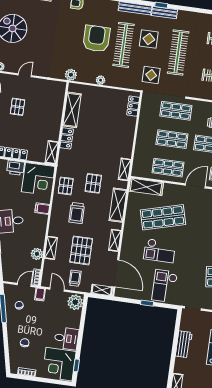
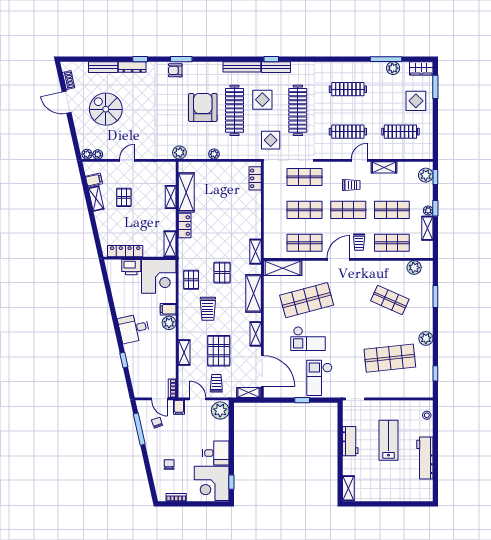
shelving: (58, 112) -> (171, 197), added
plant: (37, 254) -> (169, 323), moved
door: (24, 285) -> (160, 399), swing flipped

